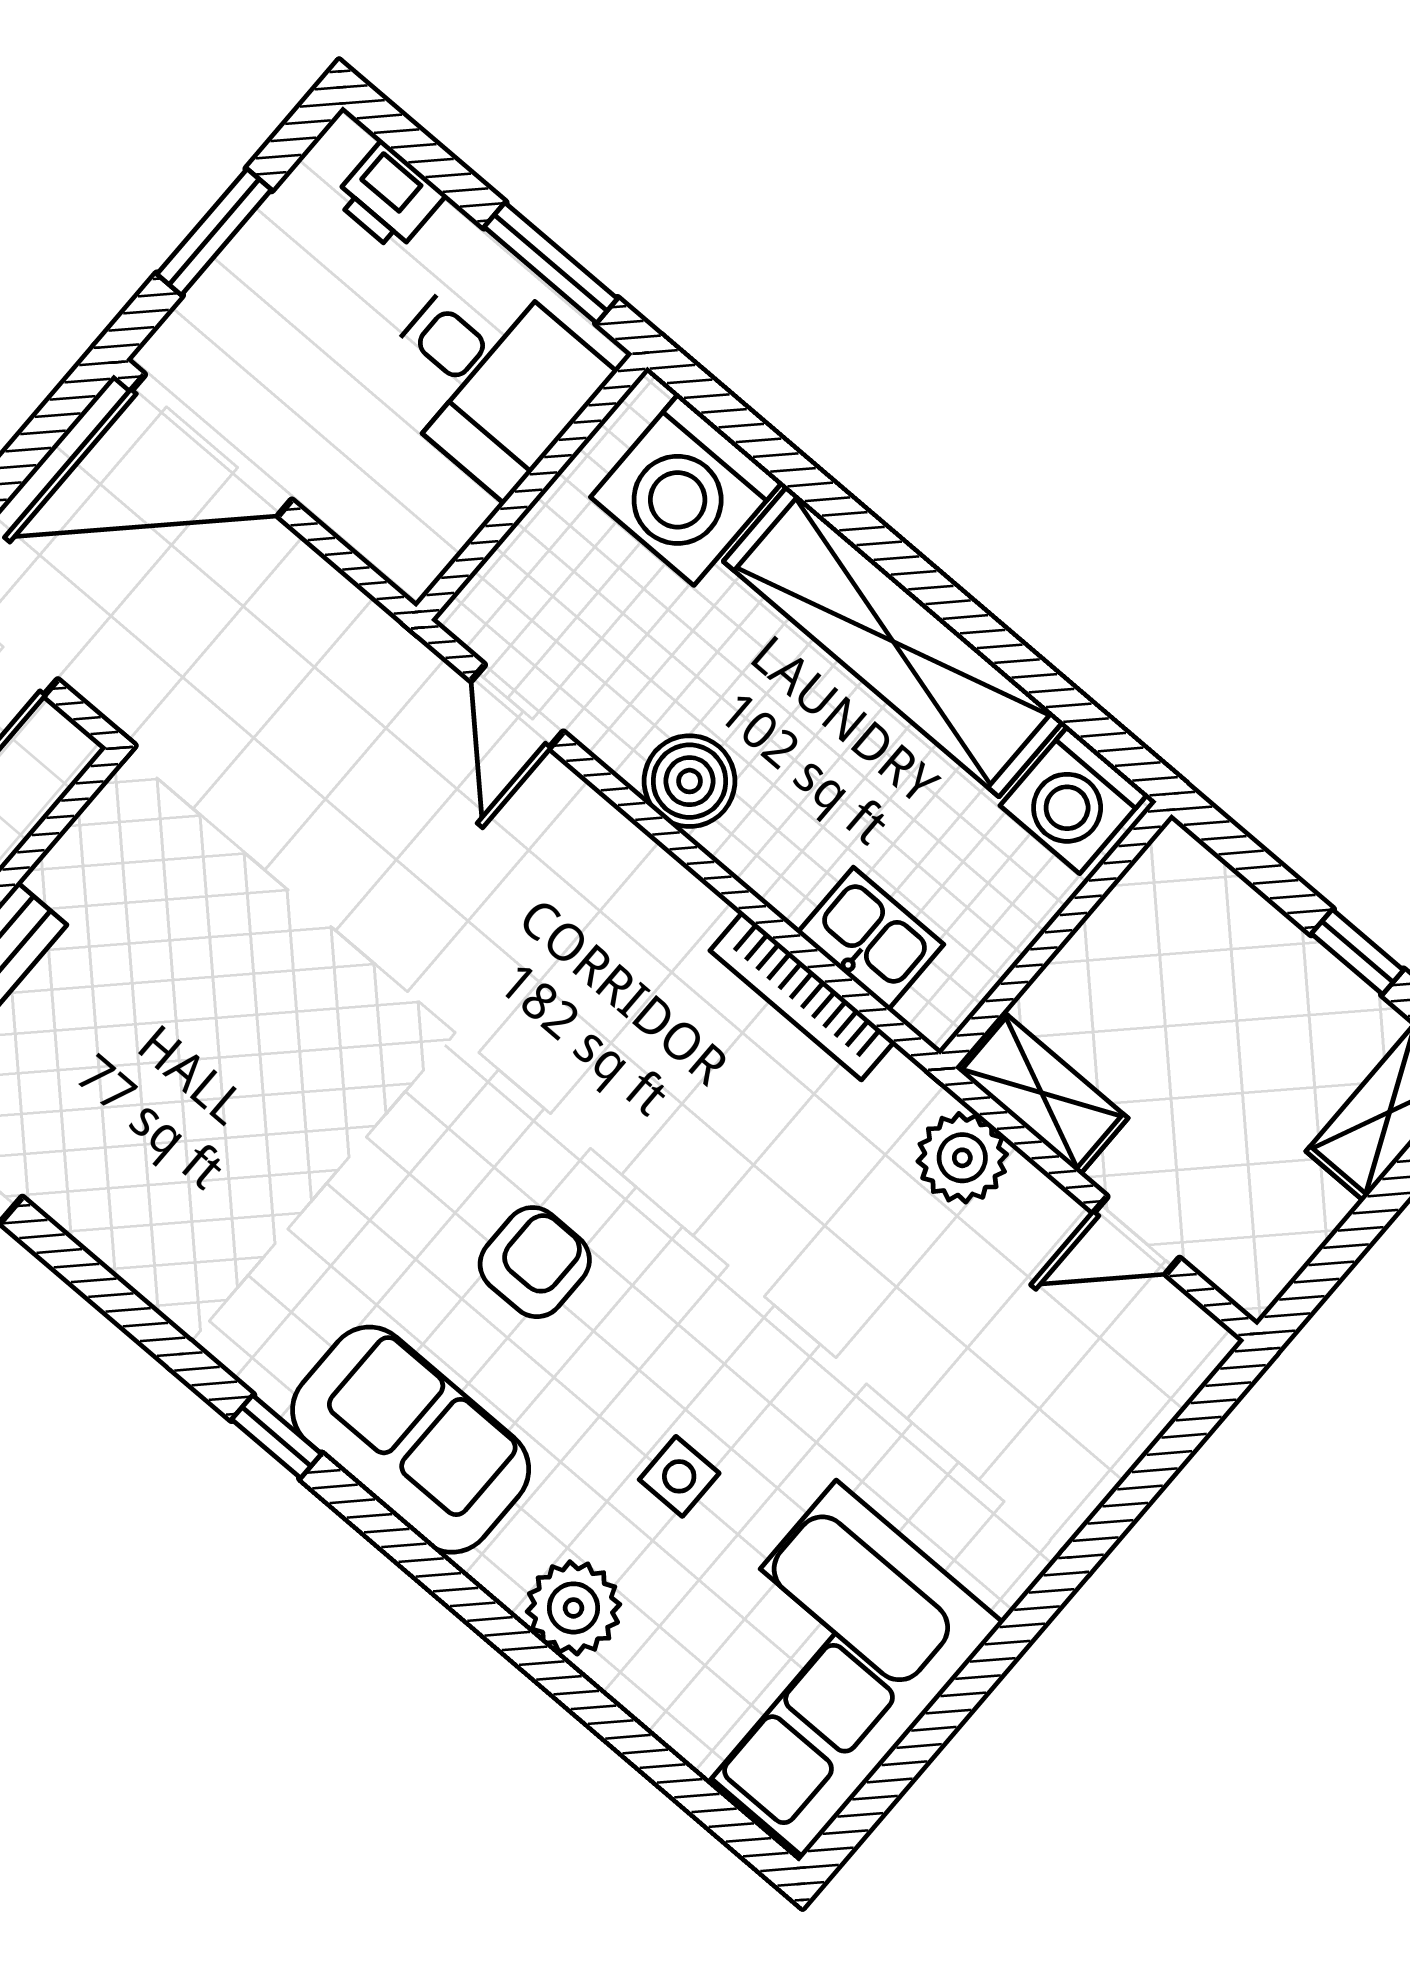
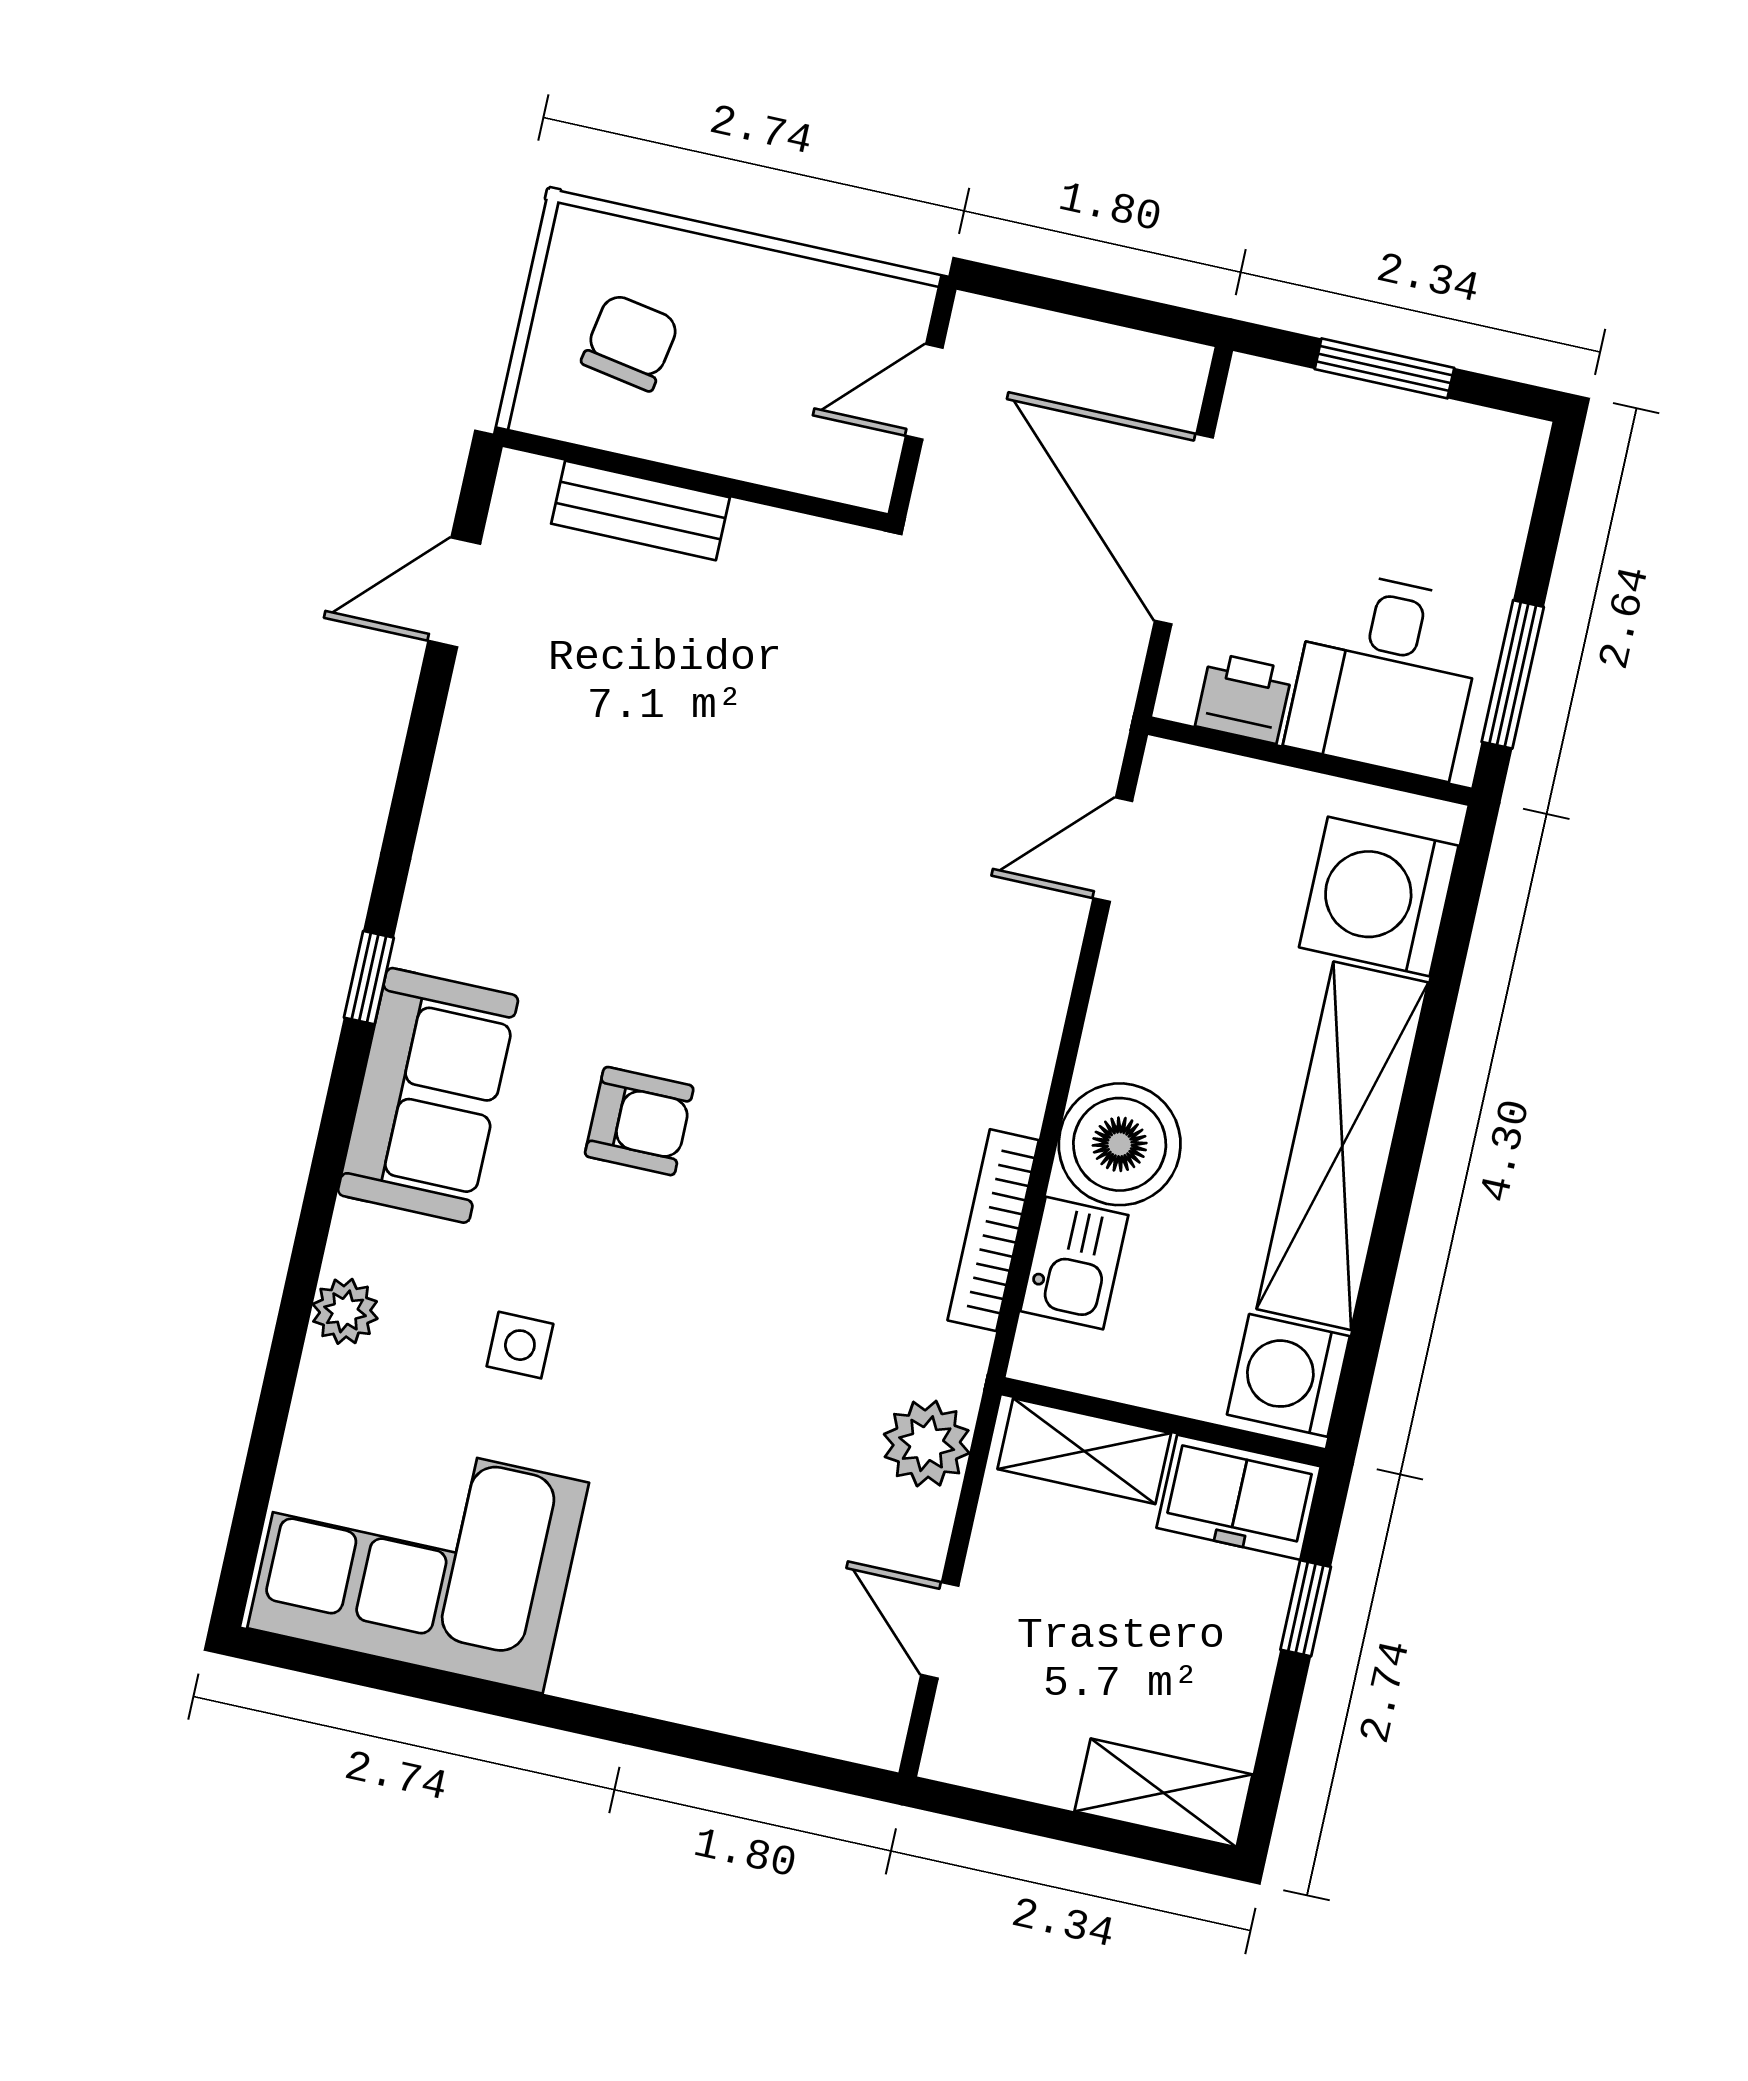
printer: (389, 197) -> (1244, 698), moved, turned 90
door: (211, 445) -> (1184, 529), moved
boiler: (690, 781) -> (1120, 1144), moved, width x1.37, depth x1.37
freezer: (1160, 903) -> (1239, 1497), added
window: (1357, 952) -> (1306, 1608), moved
shelving: (1042, 1093) -> (1084, 1451), moved, turned 90
plant: (573, 1608) -> (345, 1311), width x0.73, depth x0.73

